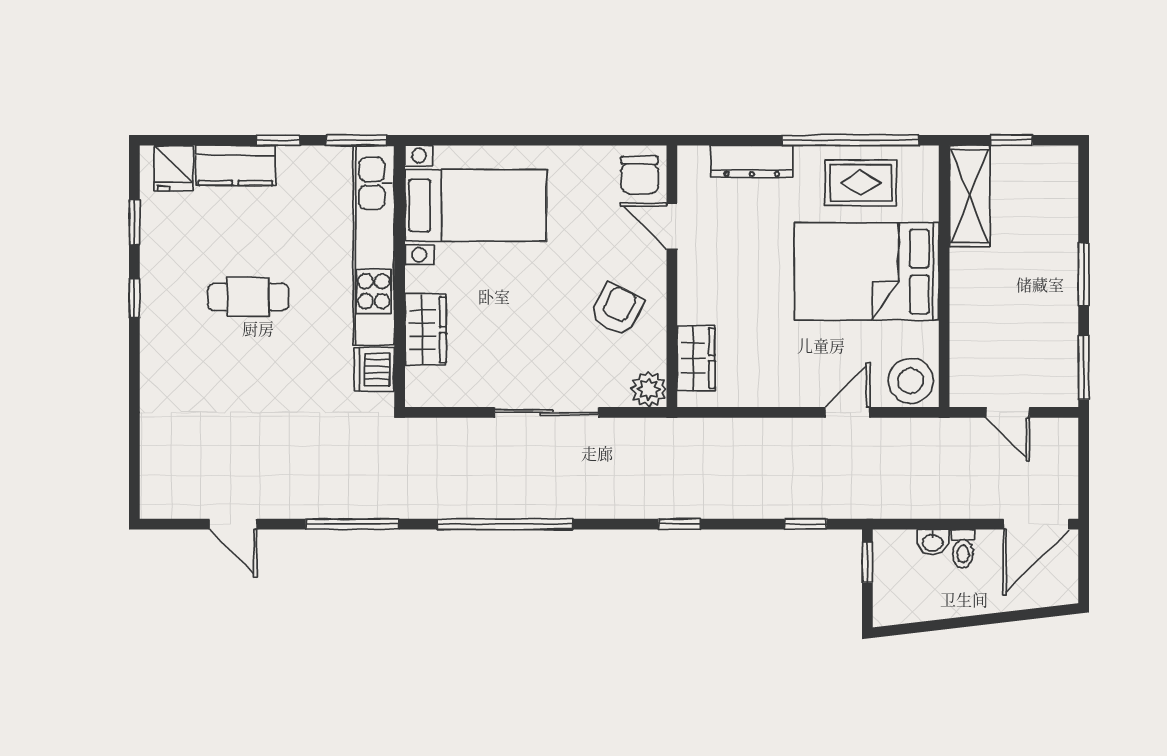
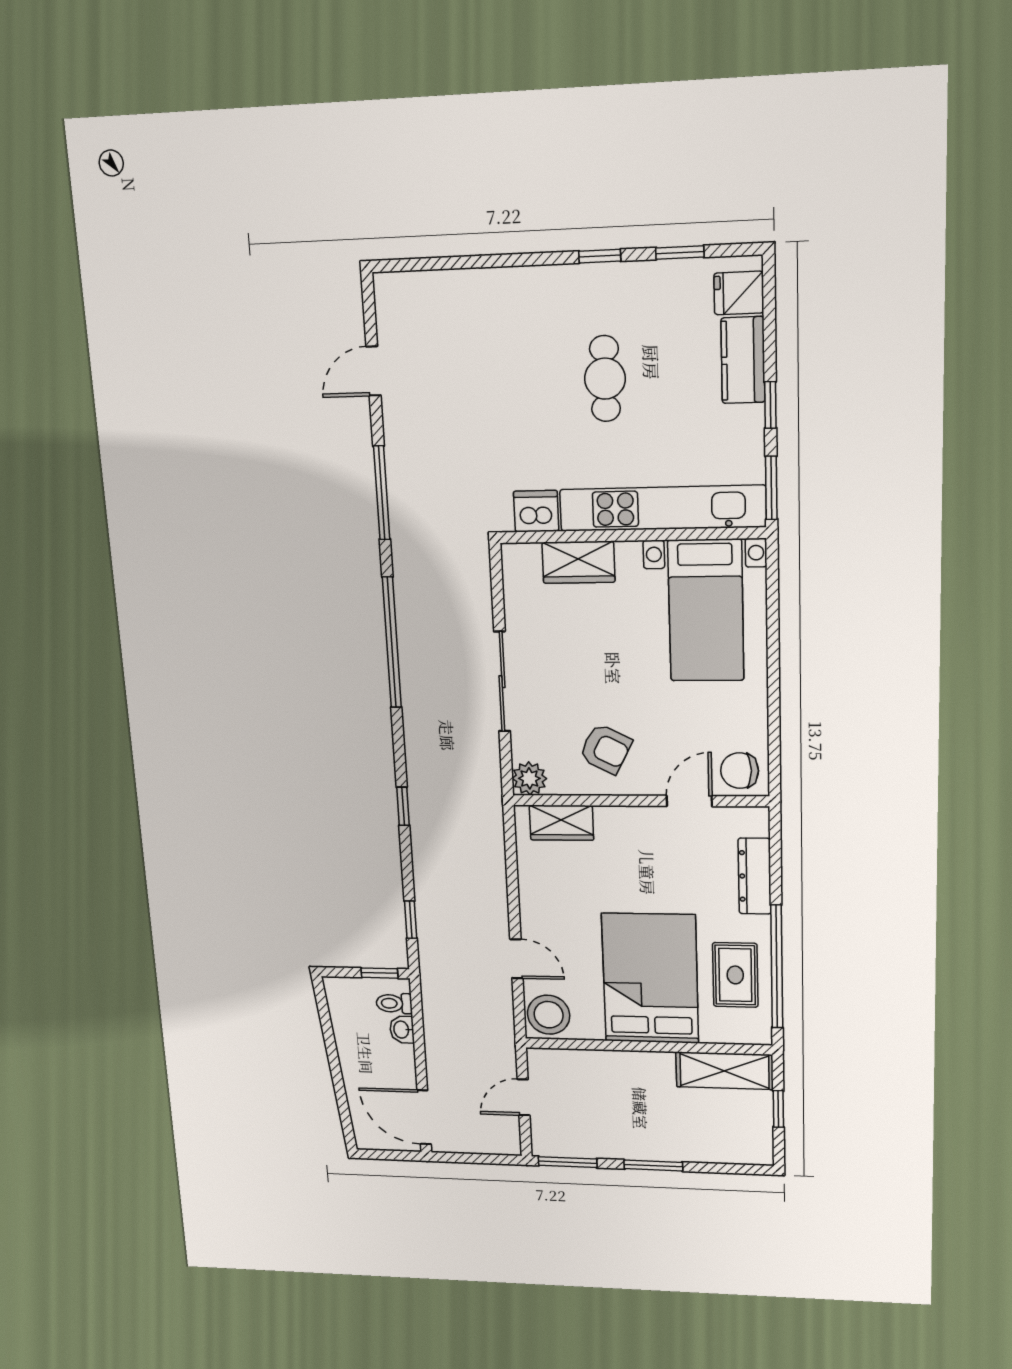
toilet: (963, 549) -> (394, 1003), moved

